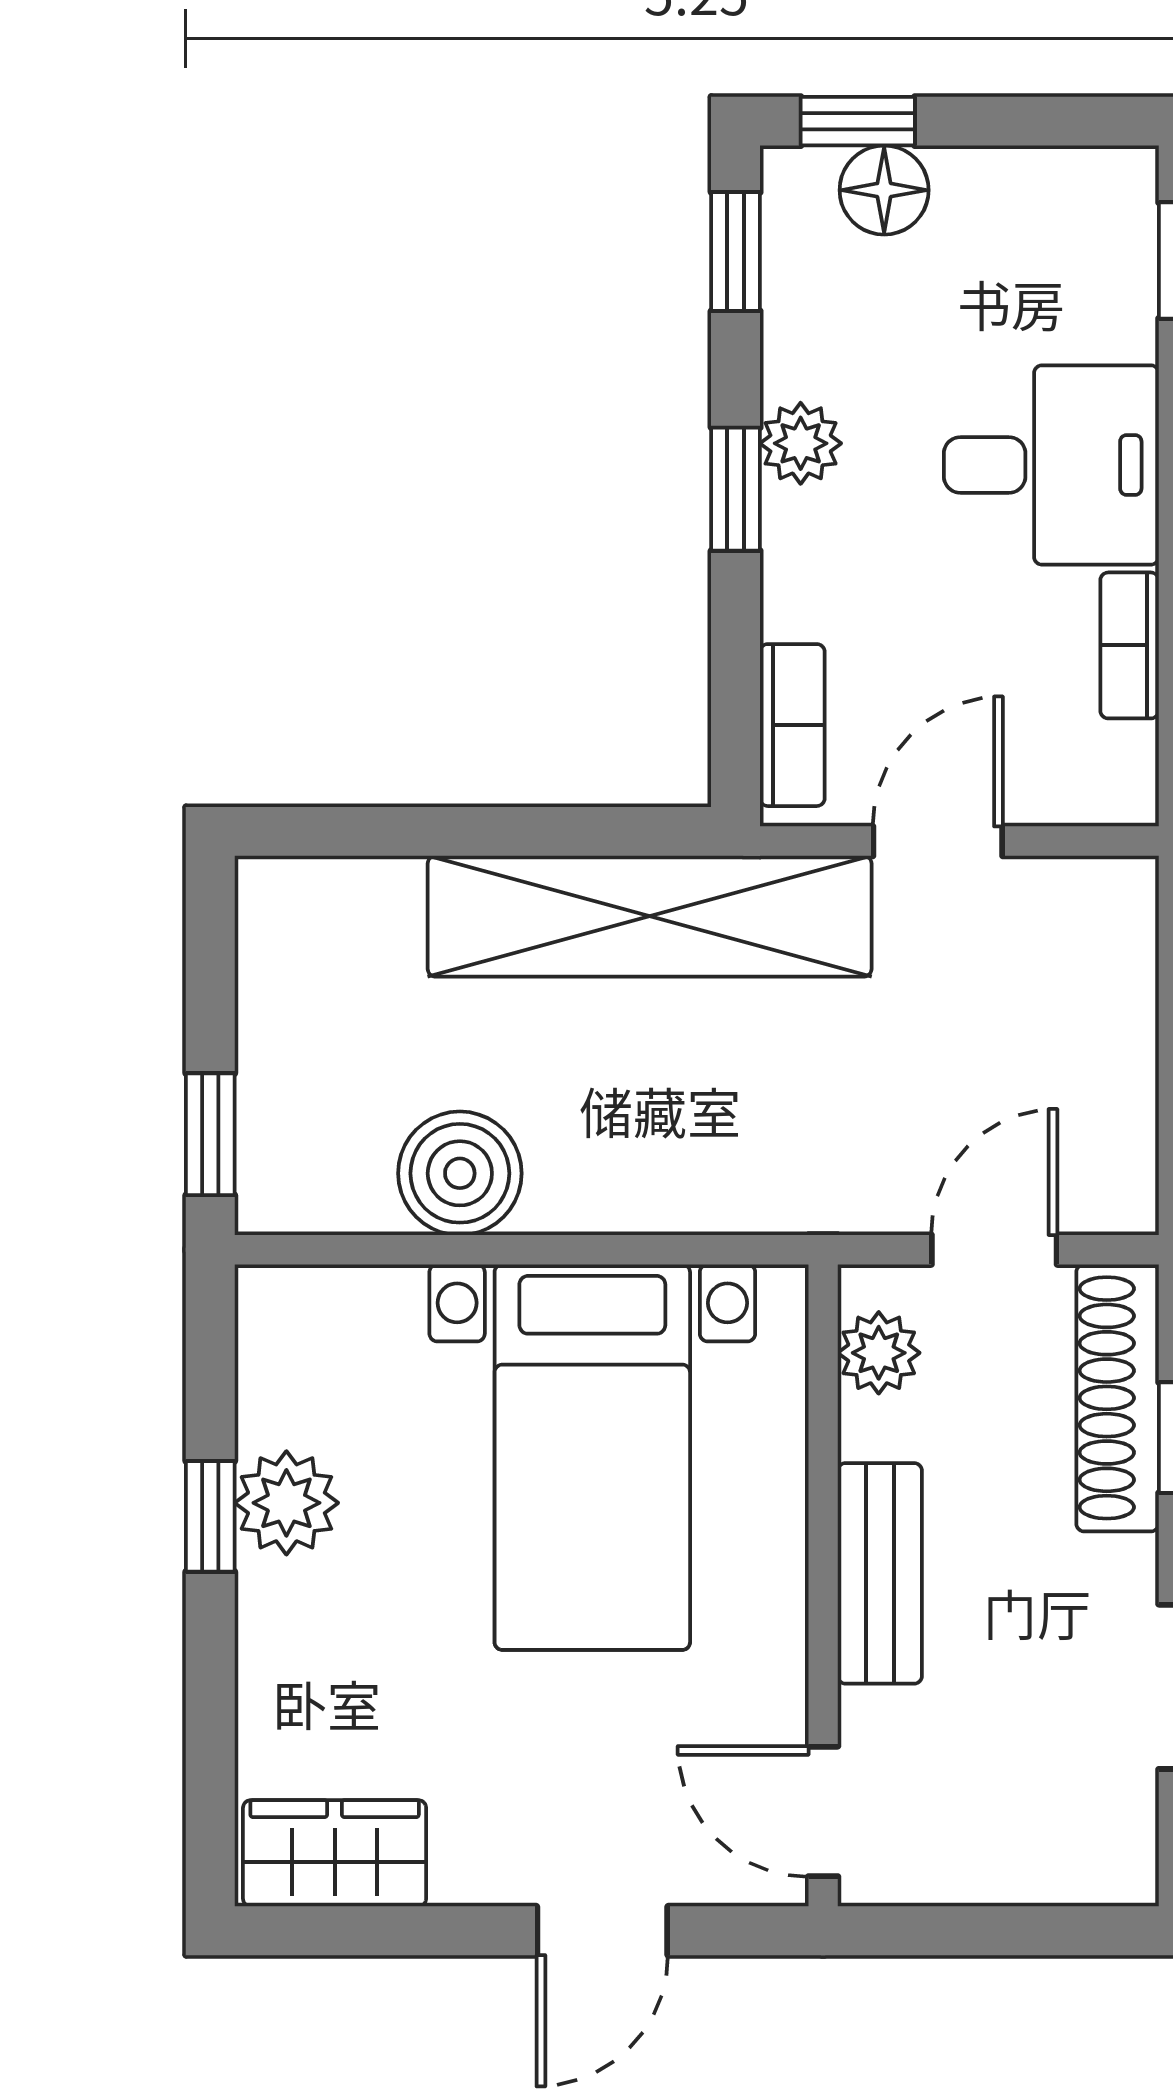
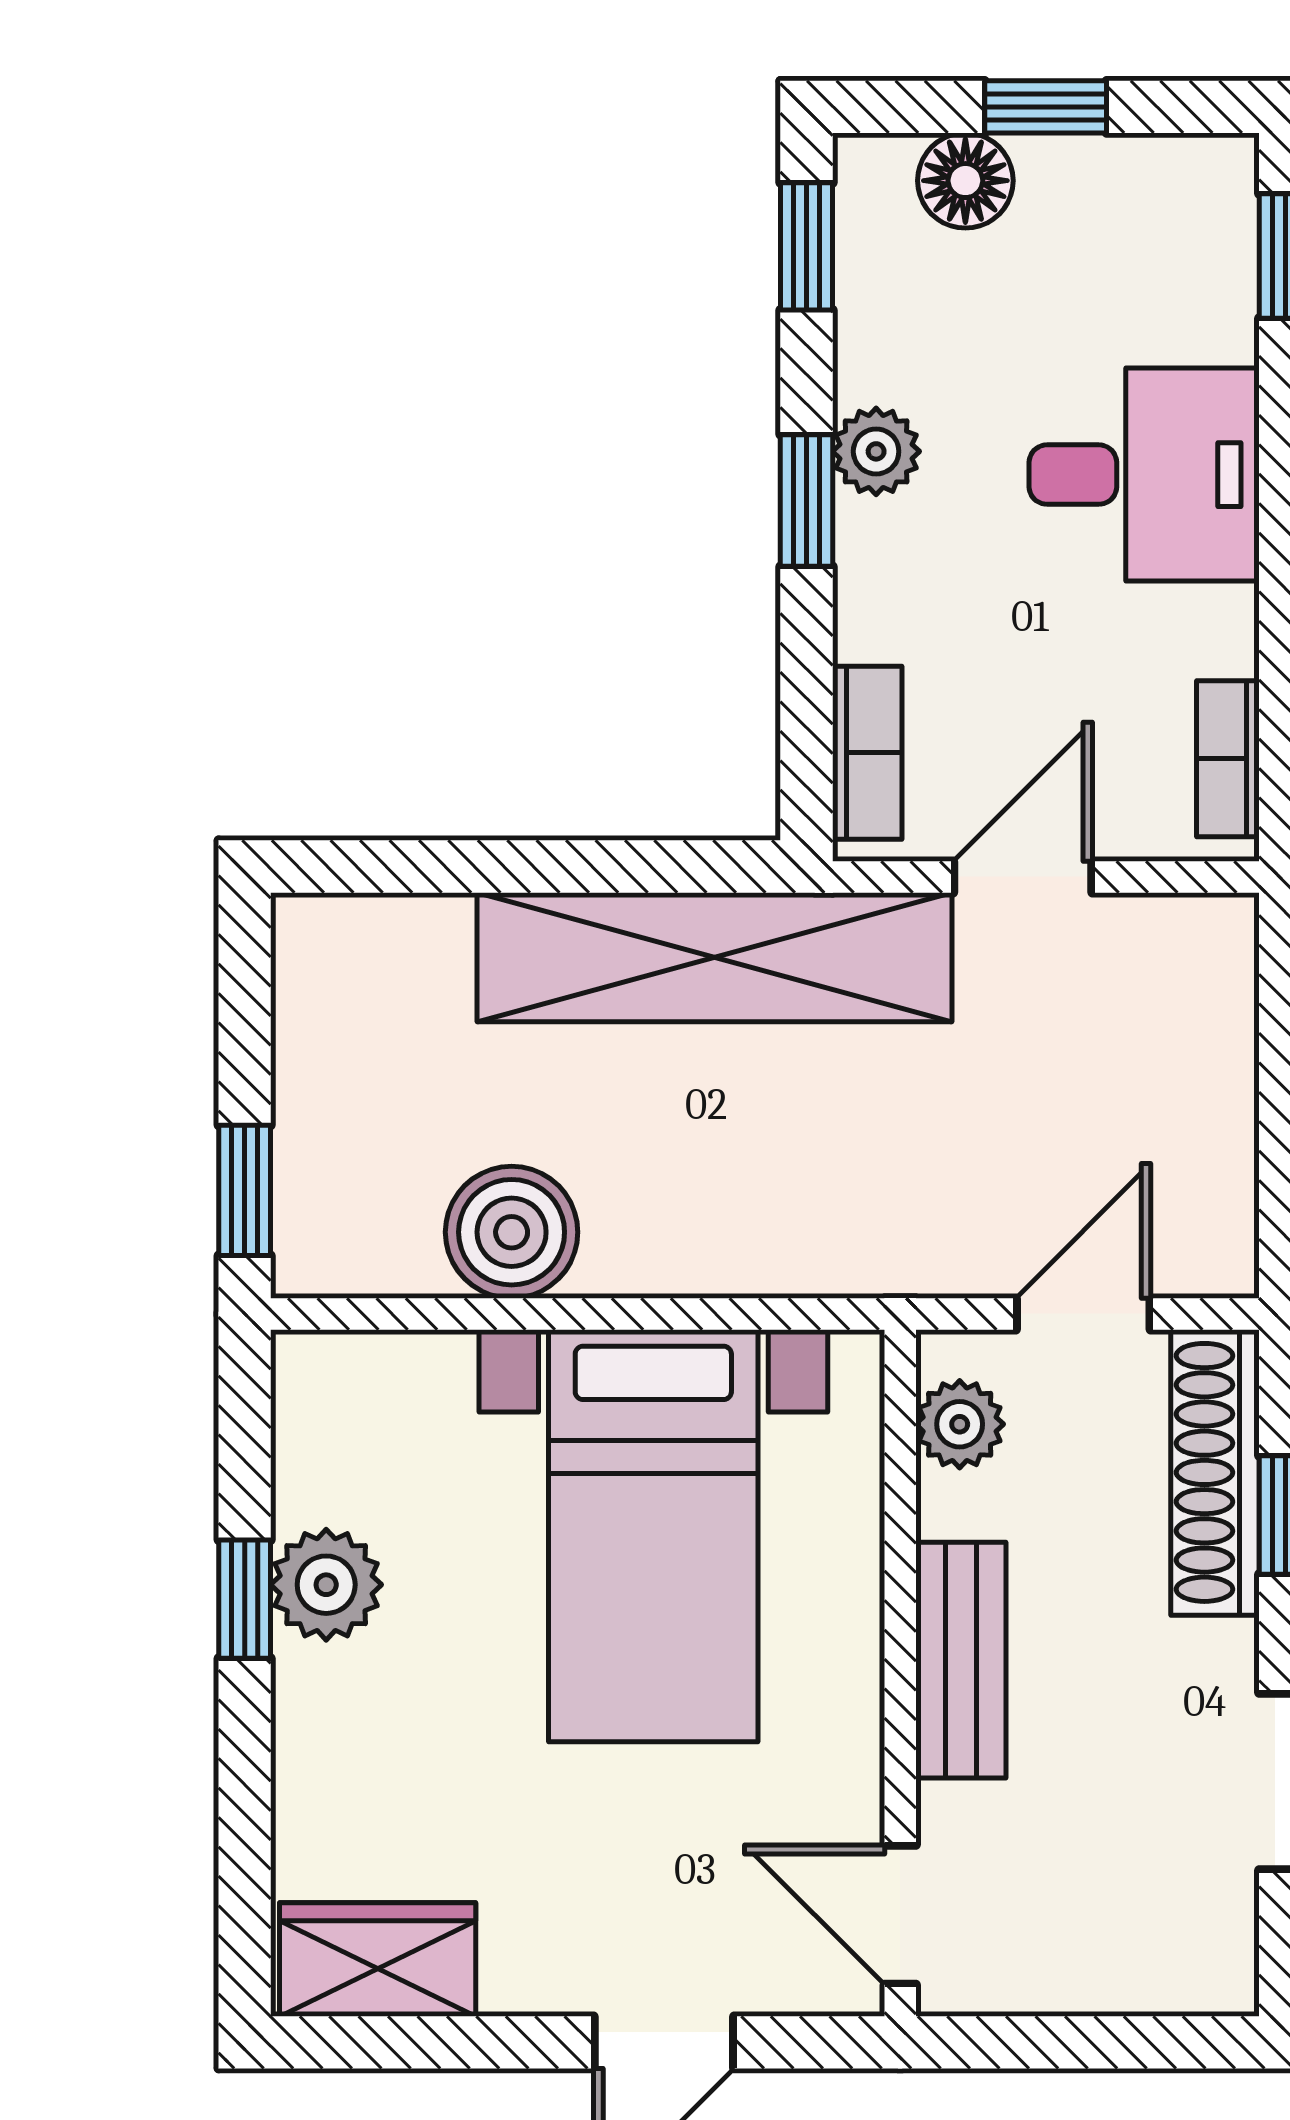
window: (858, 121) -> (1046, 107), moved
bookcase: (1130, 645) -> (1228, 759), moved

